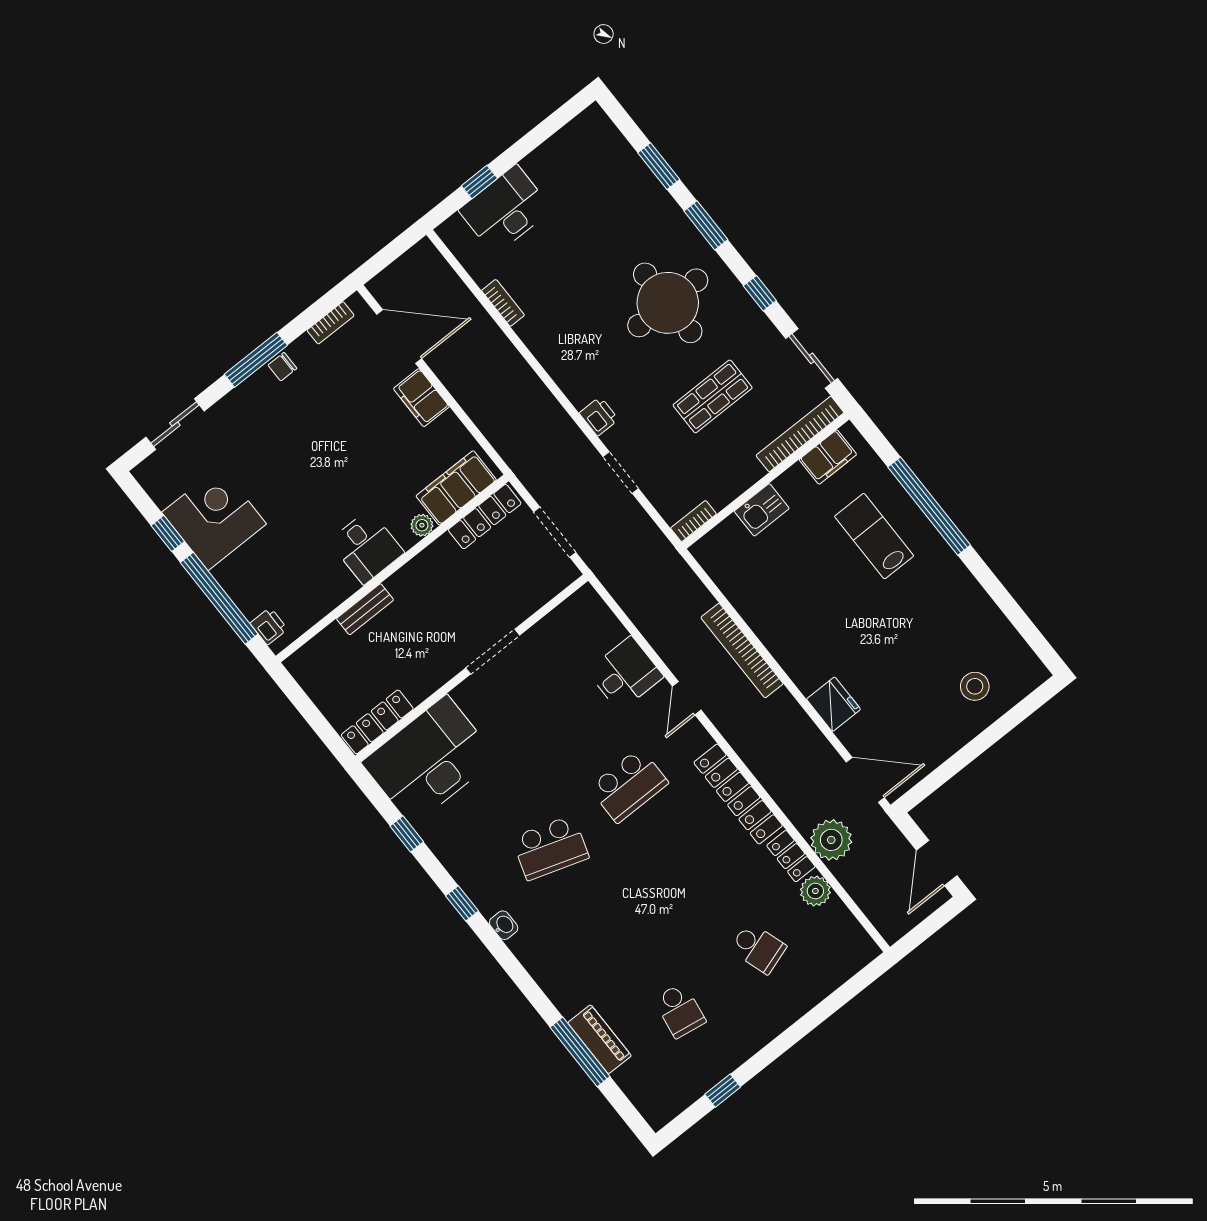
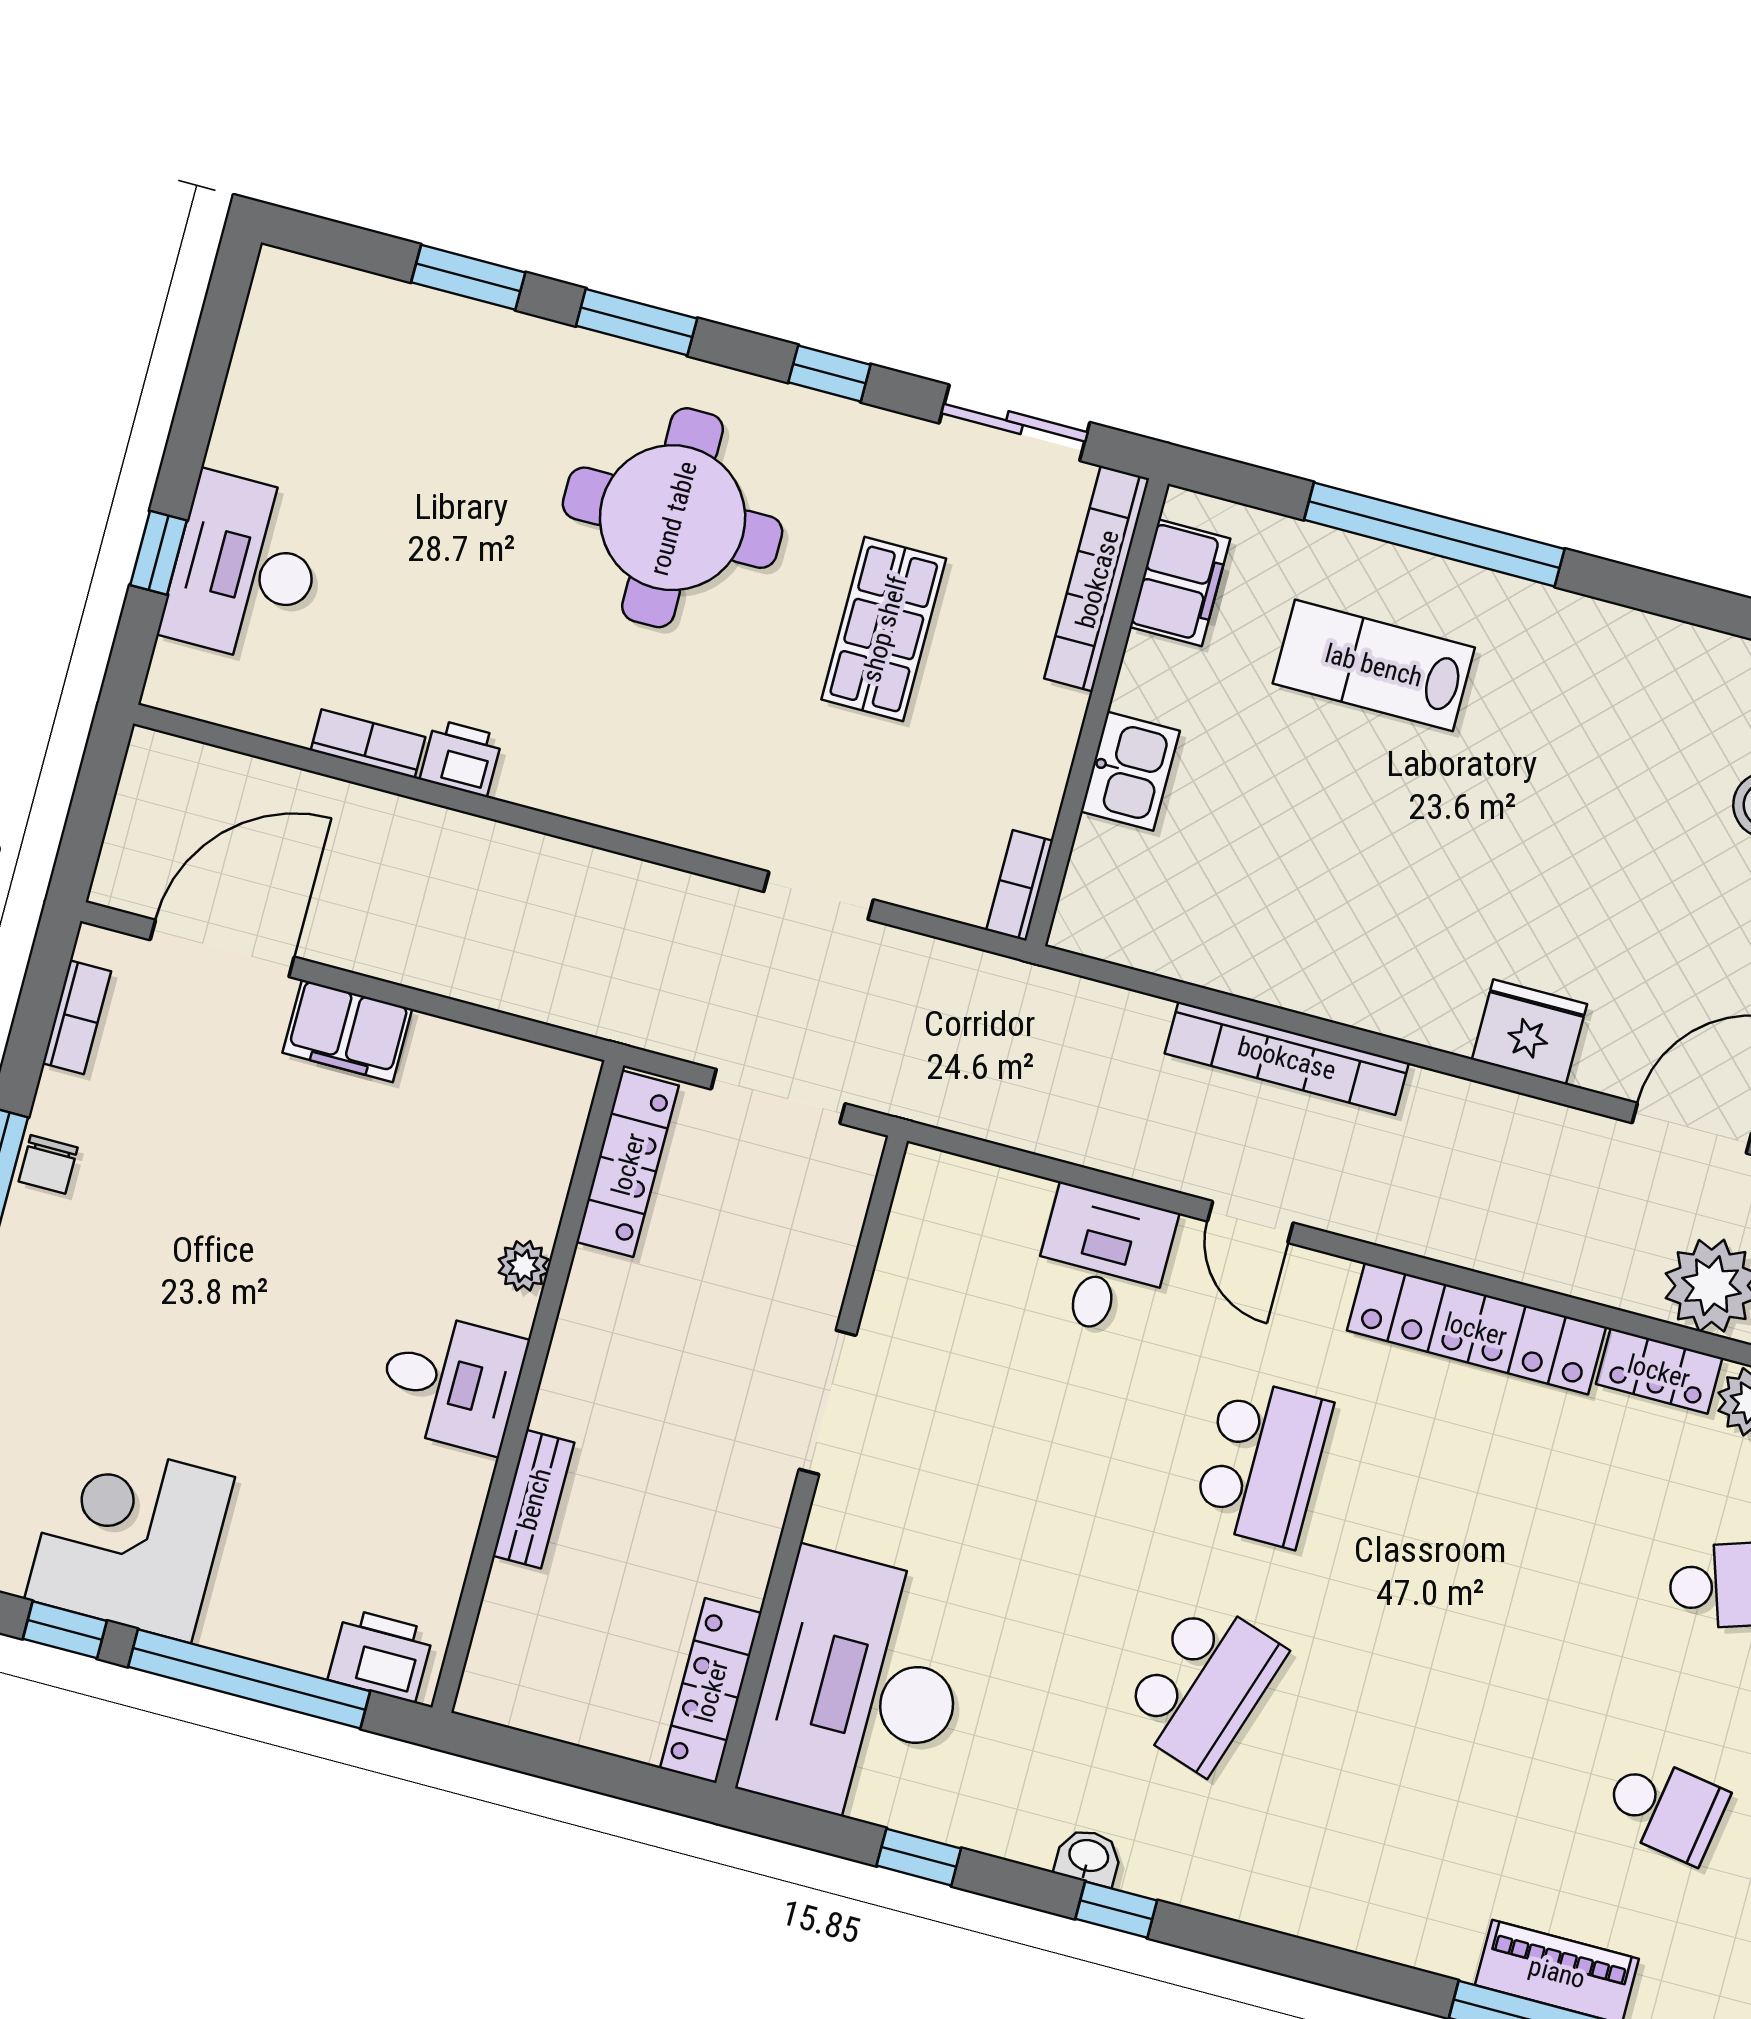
printer: (599, 416) -> (461, 758), moved
filing cabinet: (456, 488) -> (536, 1150), removed
printer: (269, 626) -> (381, 1655), width x1.36, depth x1.24
washbasin: (504, 925) -> (1088, 1857), moved

